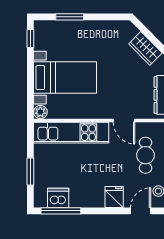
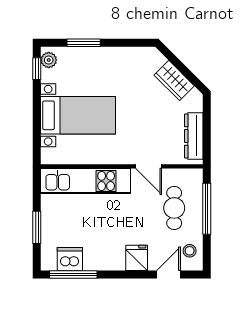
plant: (40, 112) -> (49, 60), moved

